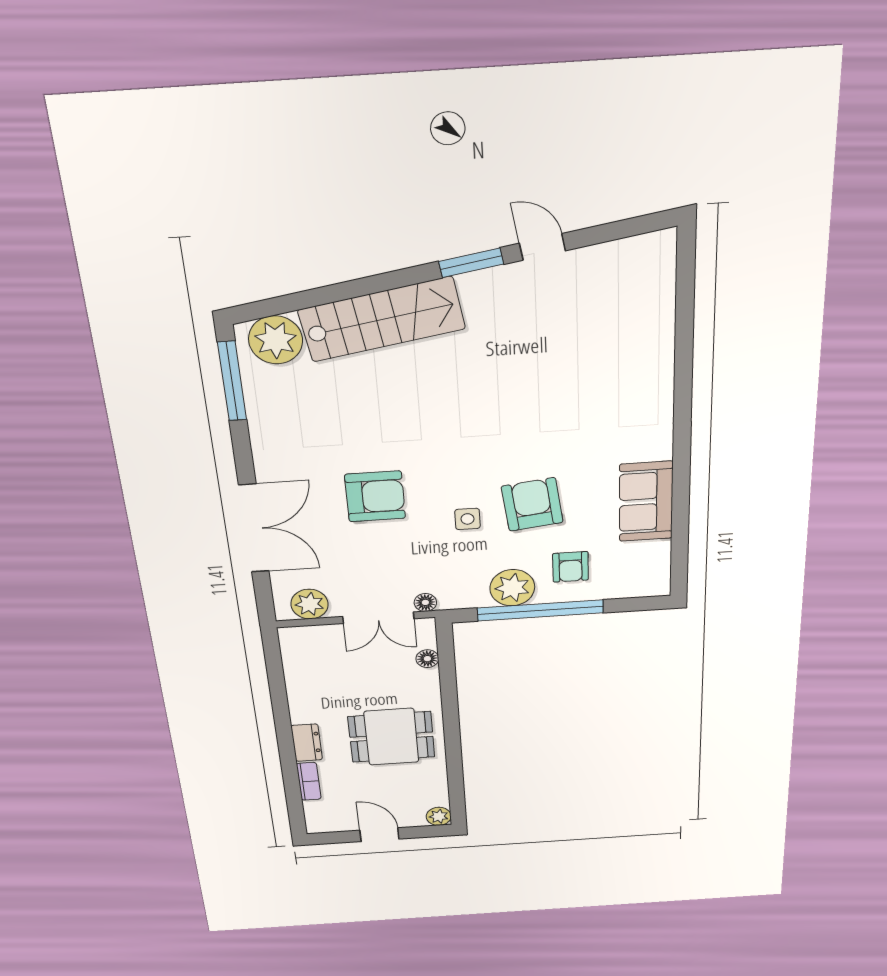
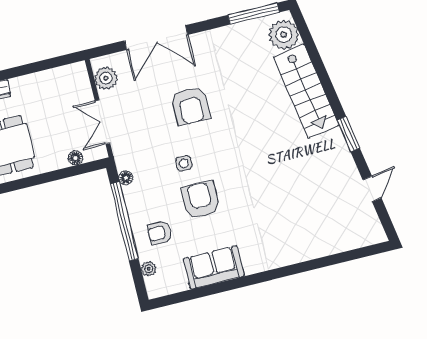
door: (542, 247) -> (372, 189), moved
armchair: (532, 504) -> (200, 200), turned -83
plant: (512, 588) -> (149, 269), moved, width x0.53, depth x0.53
floor lamp: (425, 602) -> (126, 178), moved

